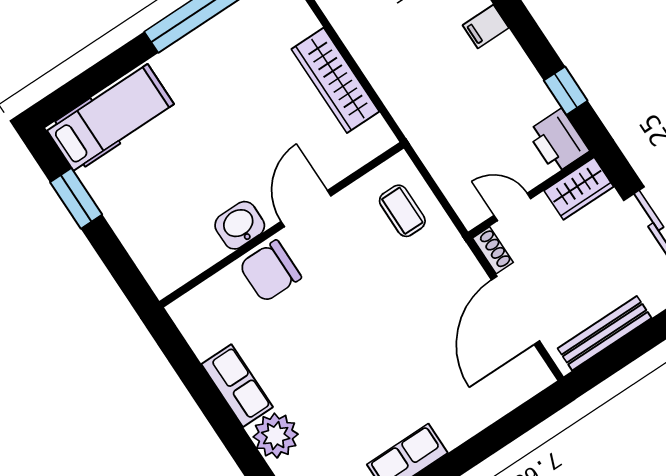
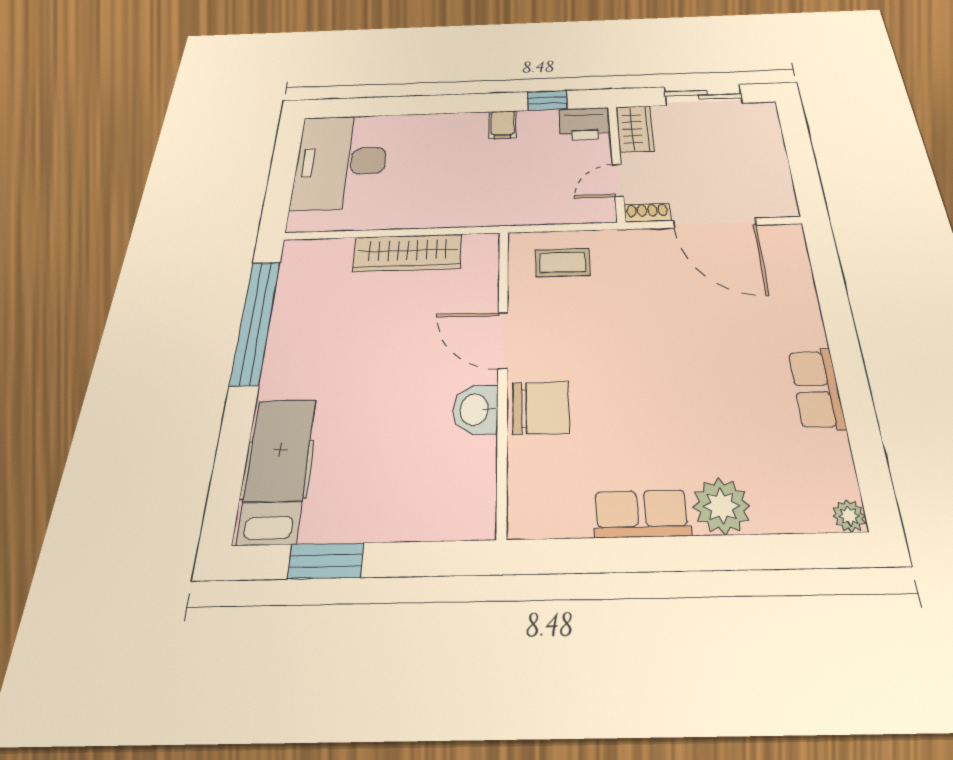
filing cabinet: (486, 27) -> (503, 125), moved
chair: (270, 271) -> (541, 408), turned -90
bench: (605, 333) -> (777, 169), removed

